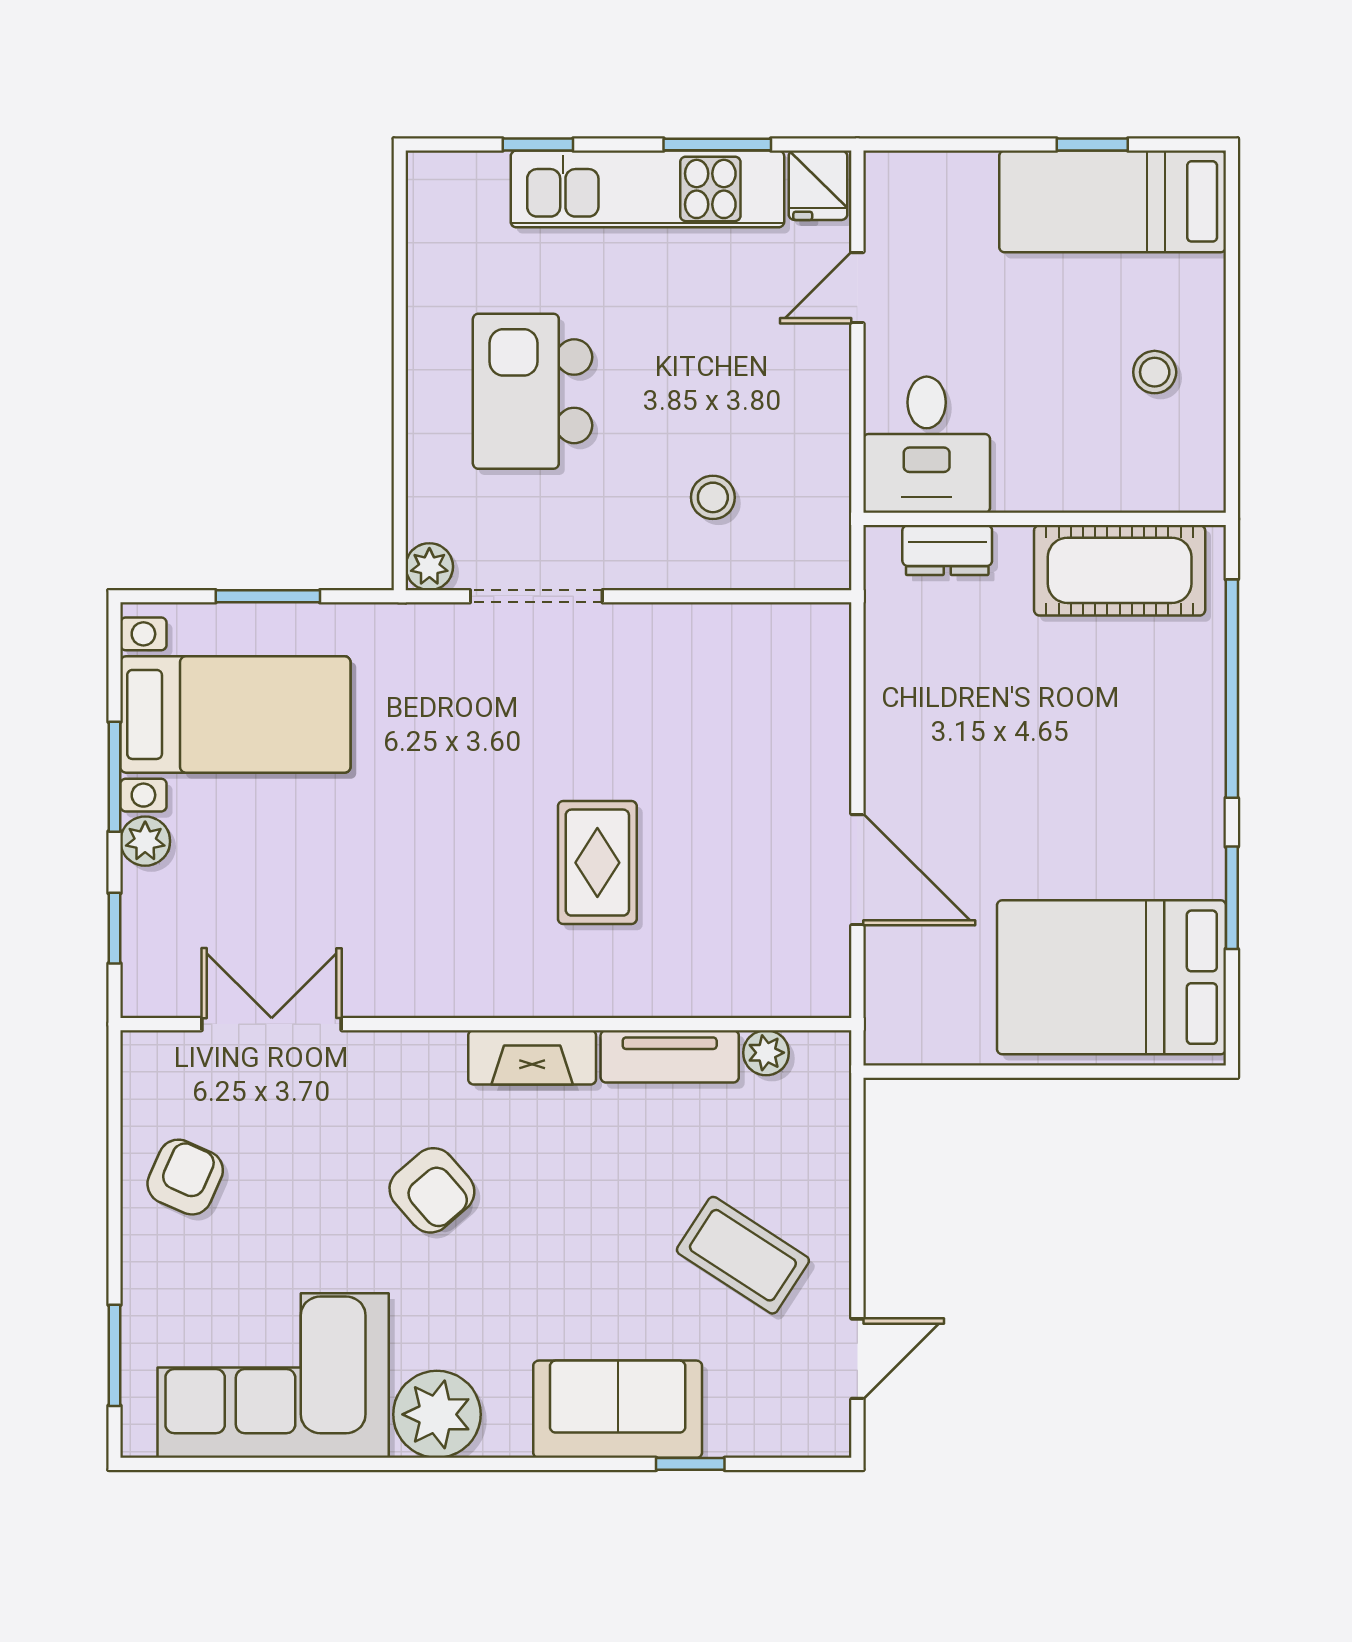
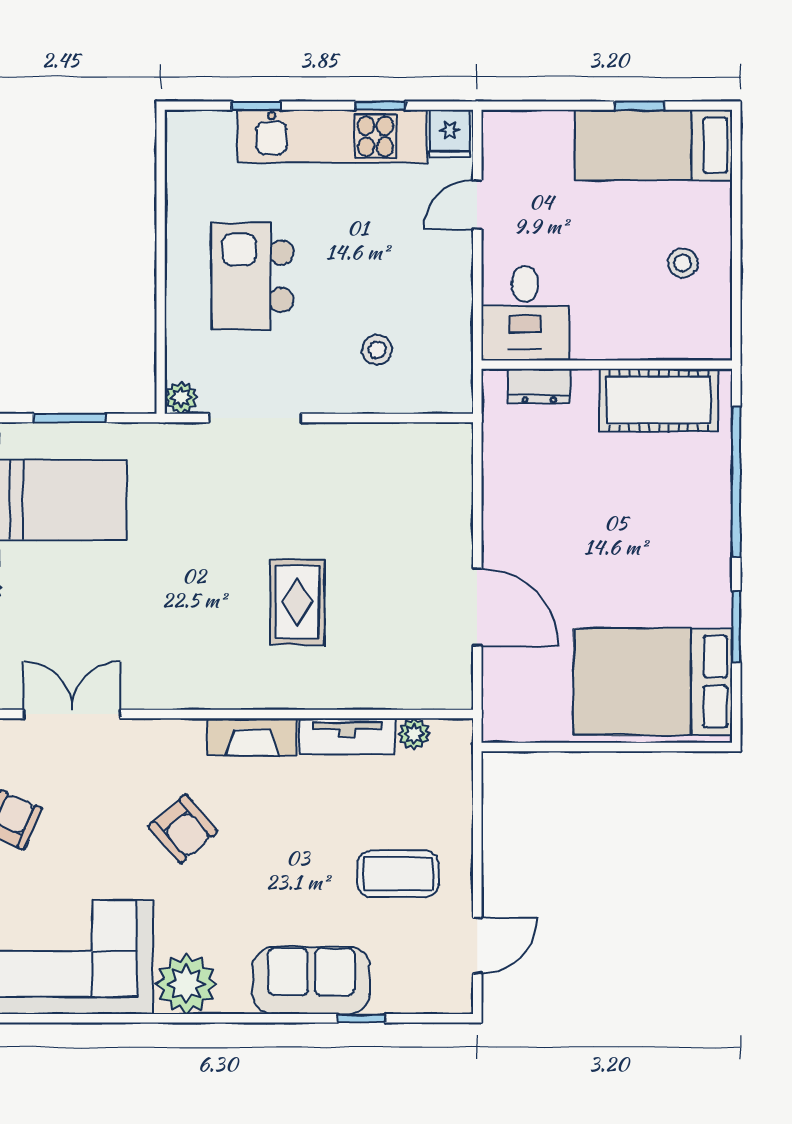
window: (717, 145) -> (380, 106), width x0.67
coffee table: (743, 1255) -> (398, 874), turned -33

